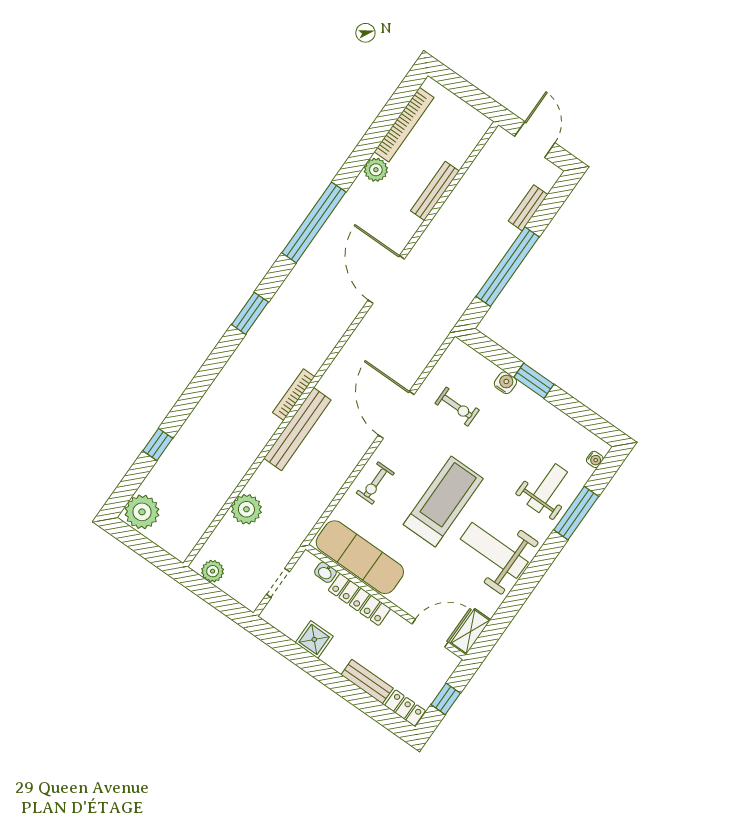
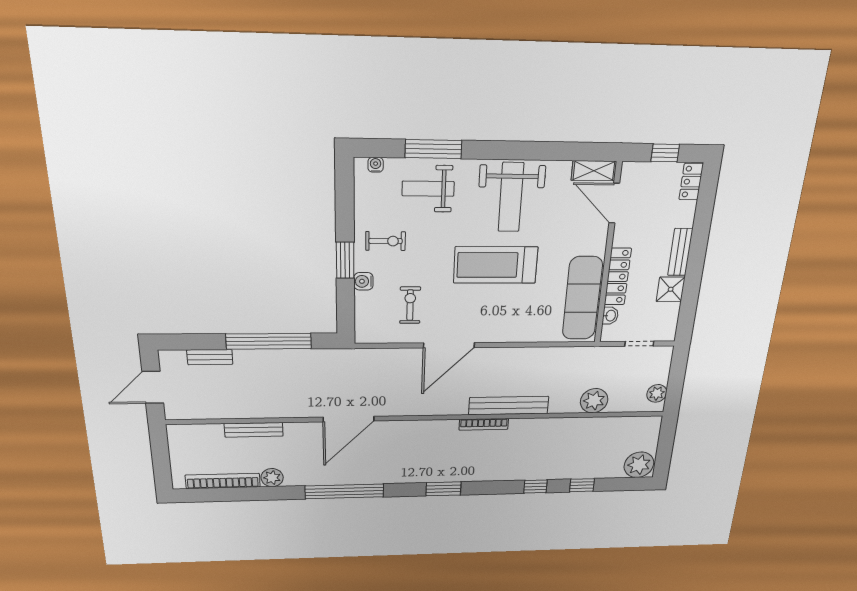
window: (189, 400) -> (535, 486), added
exercise bike: (375, 483) -> (386, 241), moved
bench: (367, 682) -> (680, 252), moved

